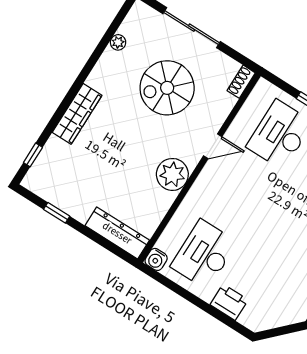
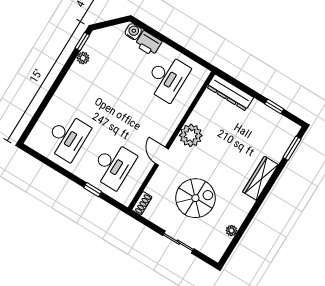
sliding door: (192, 28) -> (178, 242), width x0.73
door: (213, 146) -> (162, 156), hinge flipped
window: (33, 155) -> (292, 148), width x1.50
water cooler: (156, 259) -> (133, 32), moved

